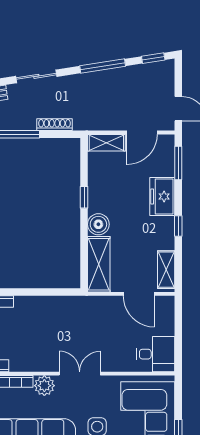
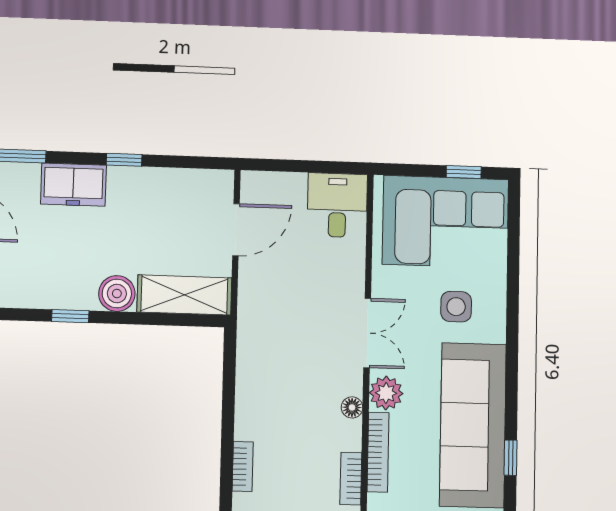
shelving: (166, 270) -> (197, 183), removed
floor lamp: (35, 365) -> (352, 407), added
double door: (80, 374) -> (367, 333), swing flipped

